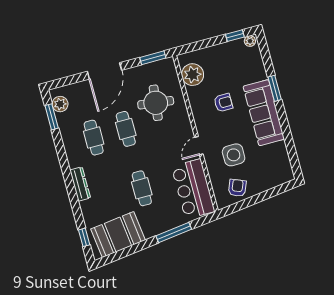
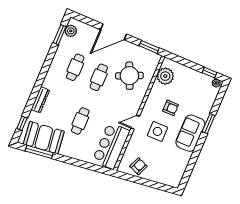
round table: (156, 103) -> (129, 76), turned -31
sofa: (264, 113) -> (190, 133), width x0.73
side table: (234, 155) -> (157, 131), moved
dresser: (80, 184) -> (40, 100), moved
window: (174, 233) -> (39, 152), moved

